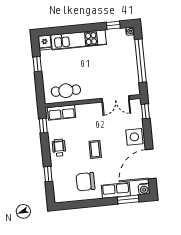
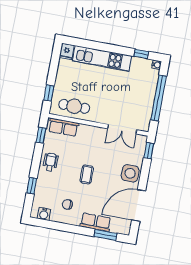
window: (37, 64) -> (49, 93), moved
chair: (85, 182) -> (67, 204), width x0.54, depth x0.54
water cooler: (144, 189) -> (44, 214), moved

